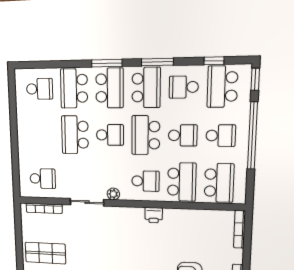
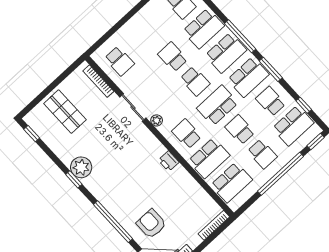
window: (107, 63) -> (240, 36), width x1.44
school desk: (222, 87) -> (293, 126), turned 180
school desk: (74, 88) -> (203, 28), turned 180
school desk: (75, 135) -> (173, 57), width x0.54
school desk: (183, 135) -> (240, 130), turned 180
school desk: (145, 181) -> (187, 134), turned 180

